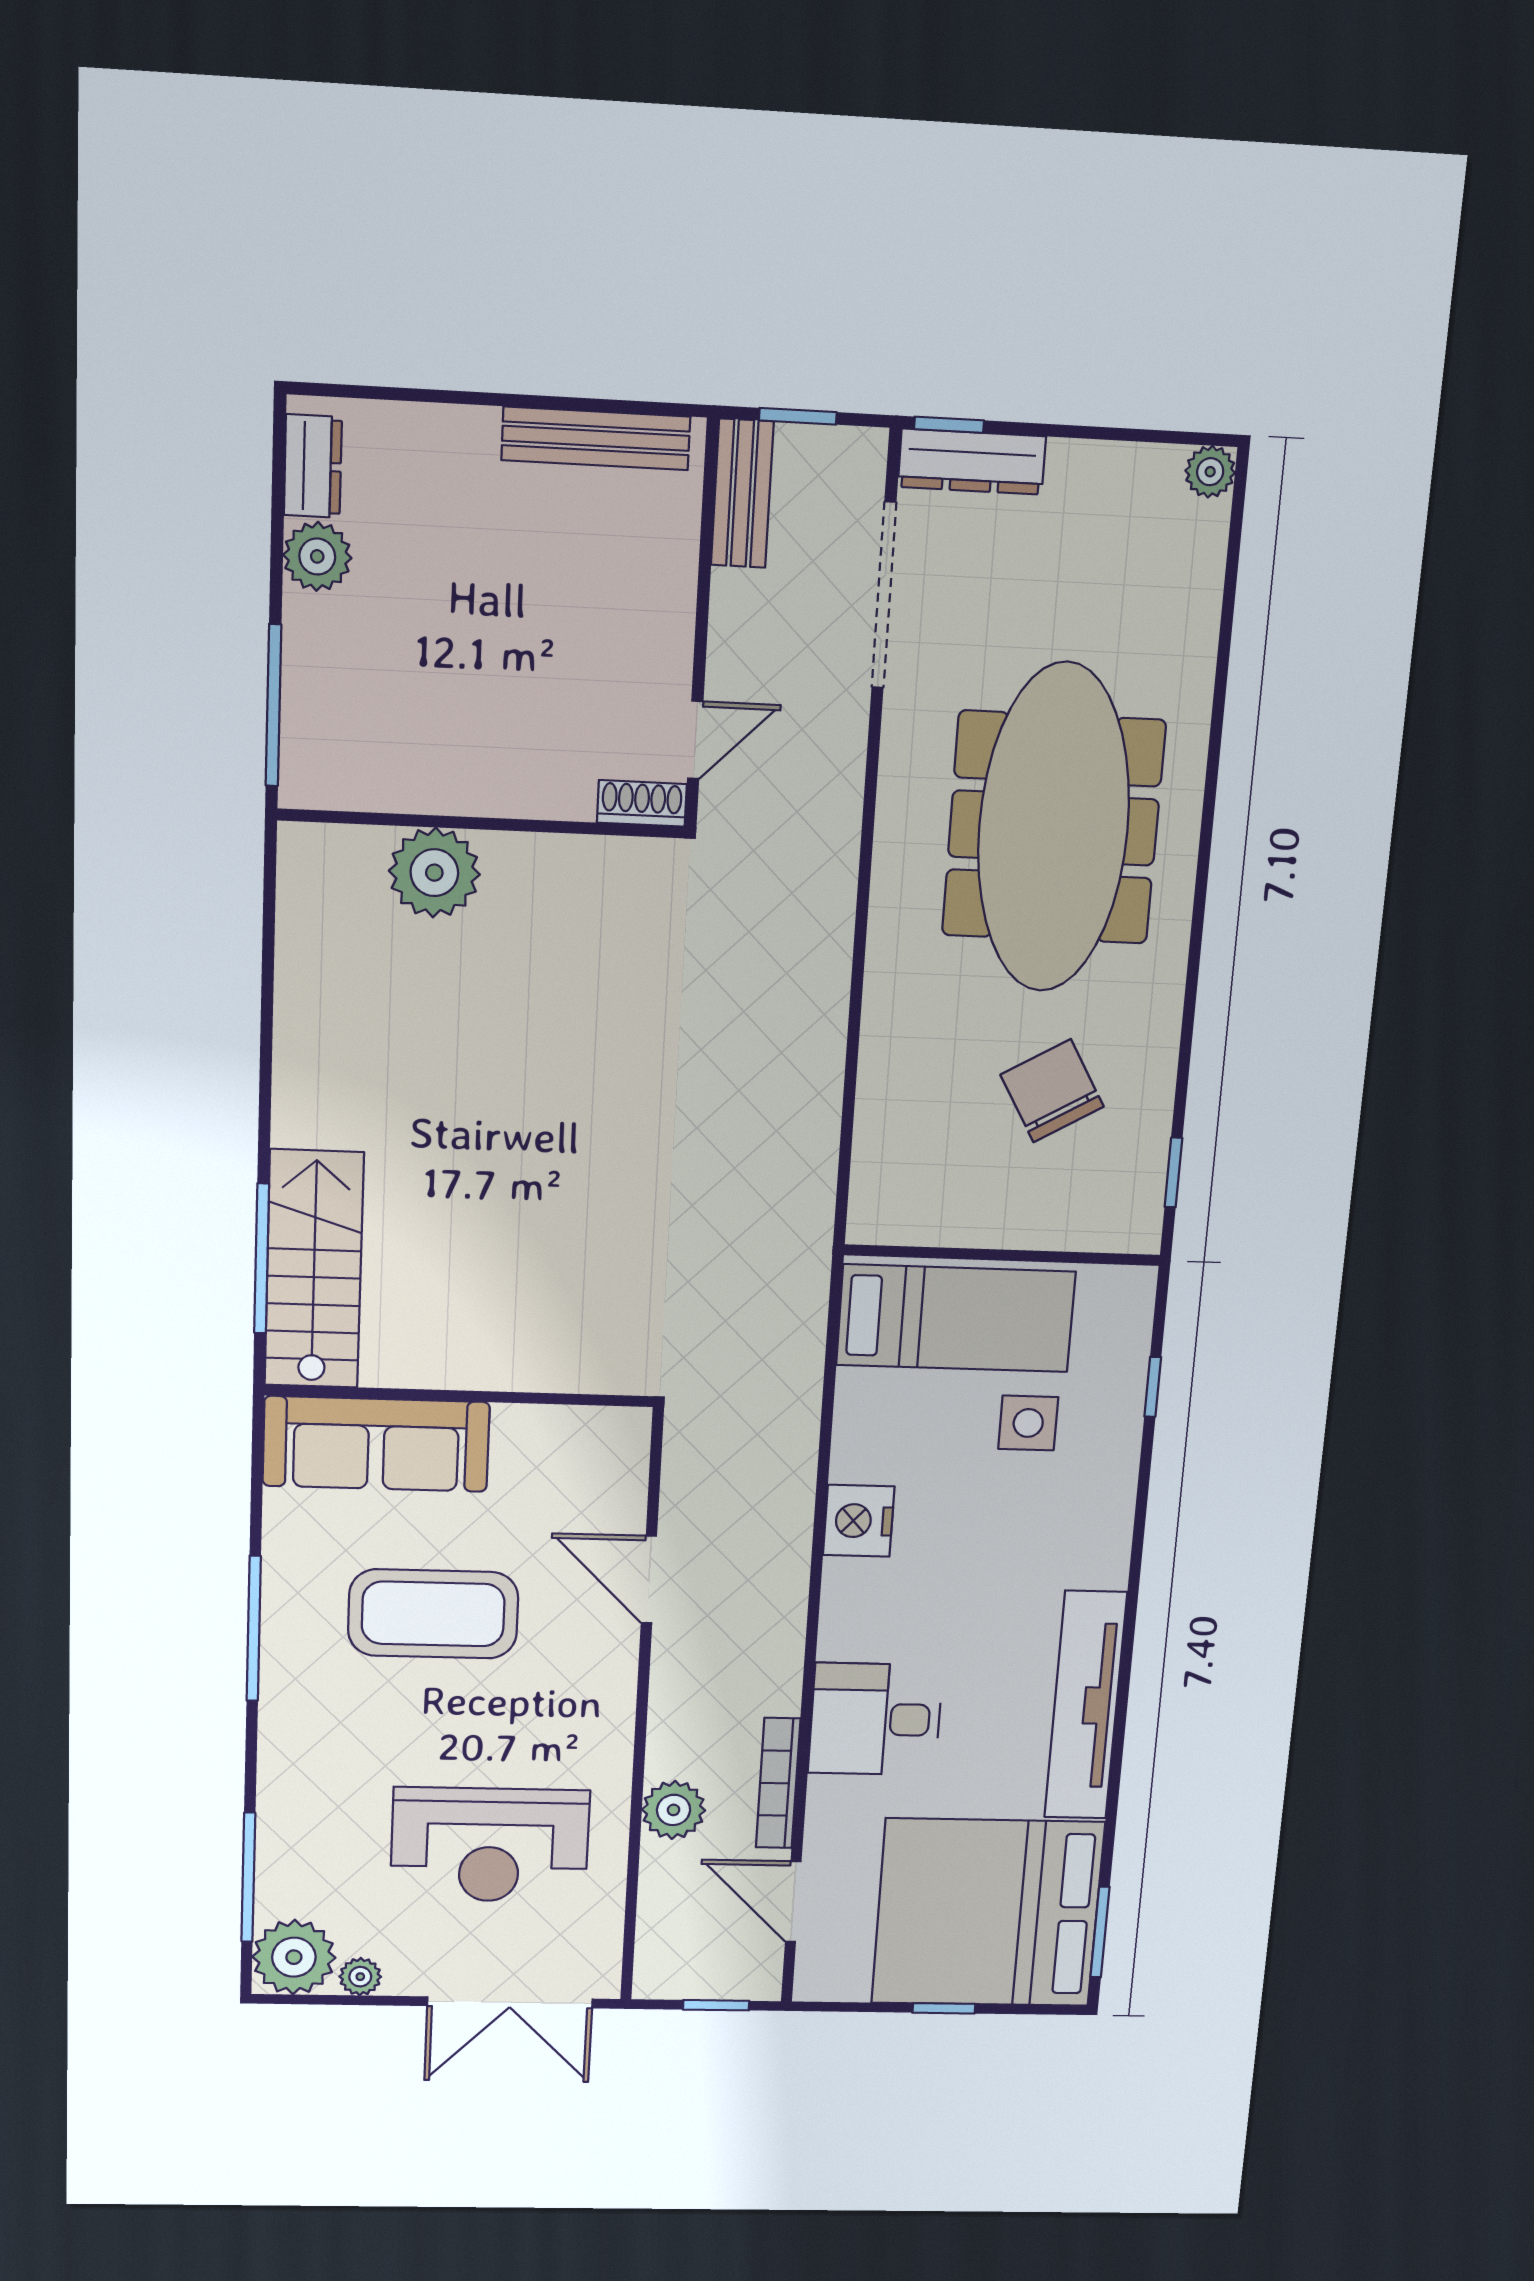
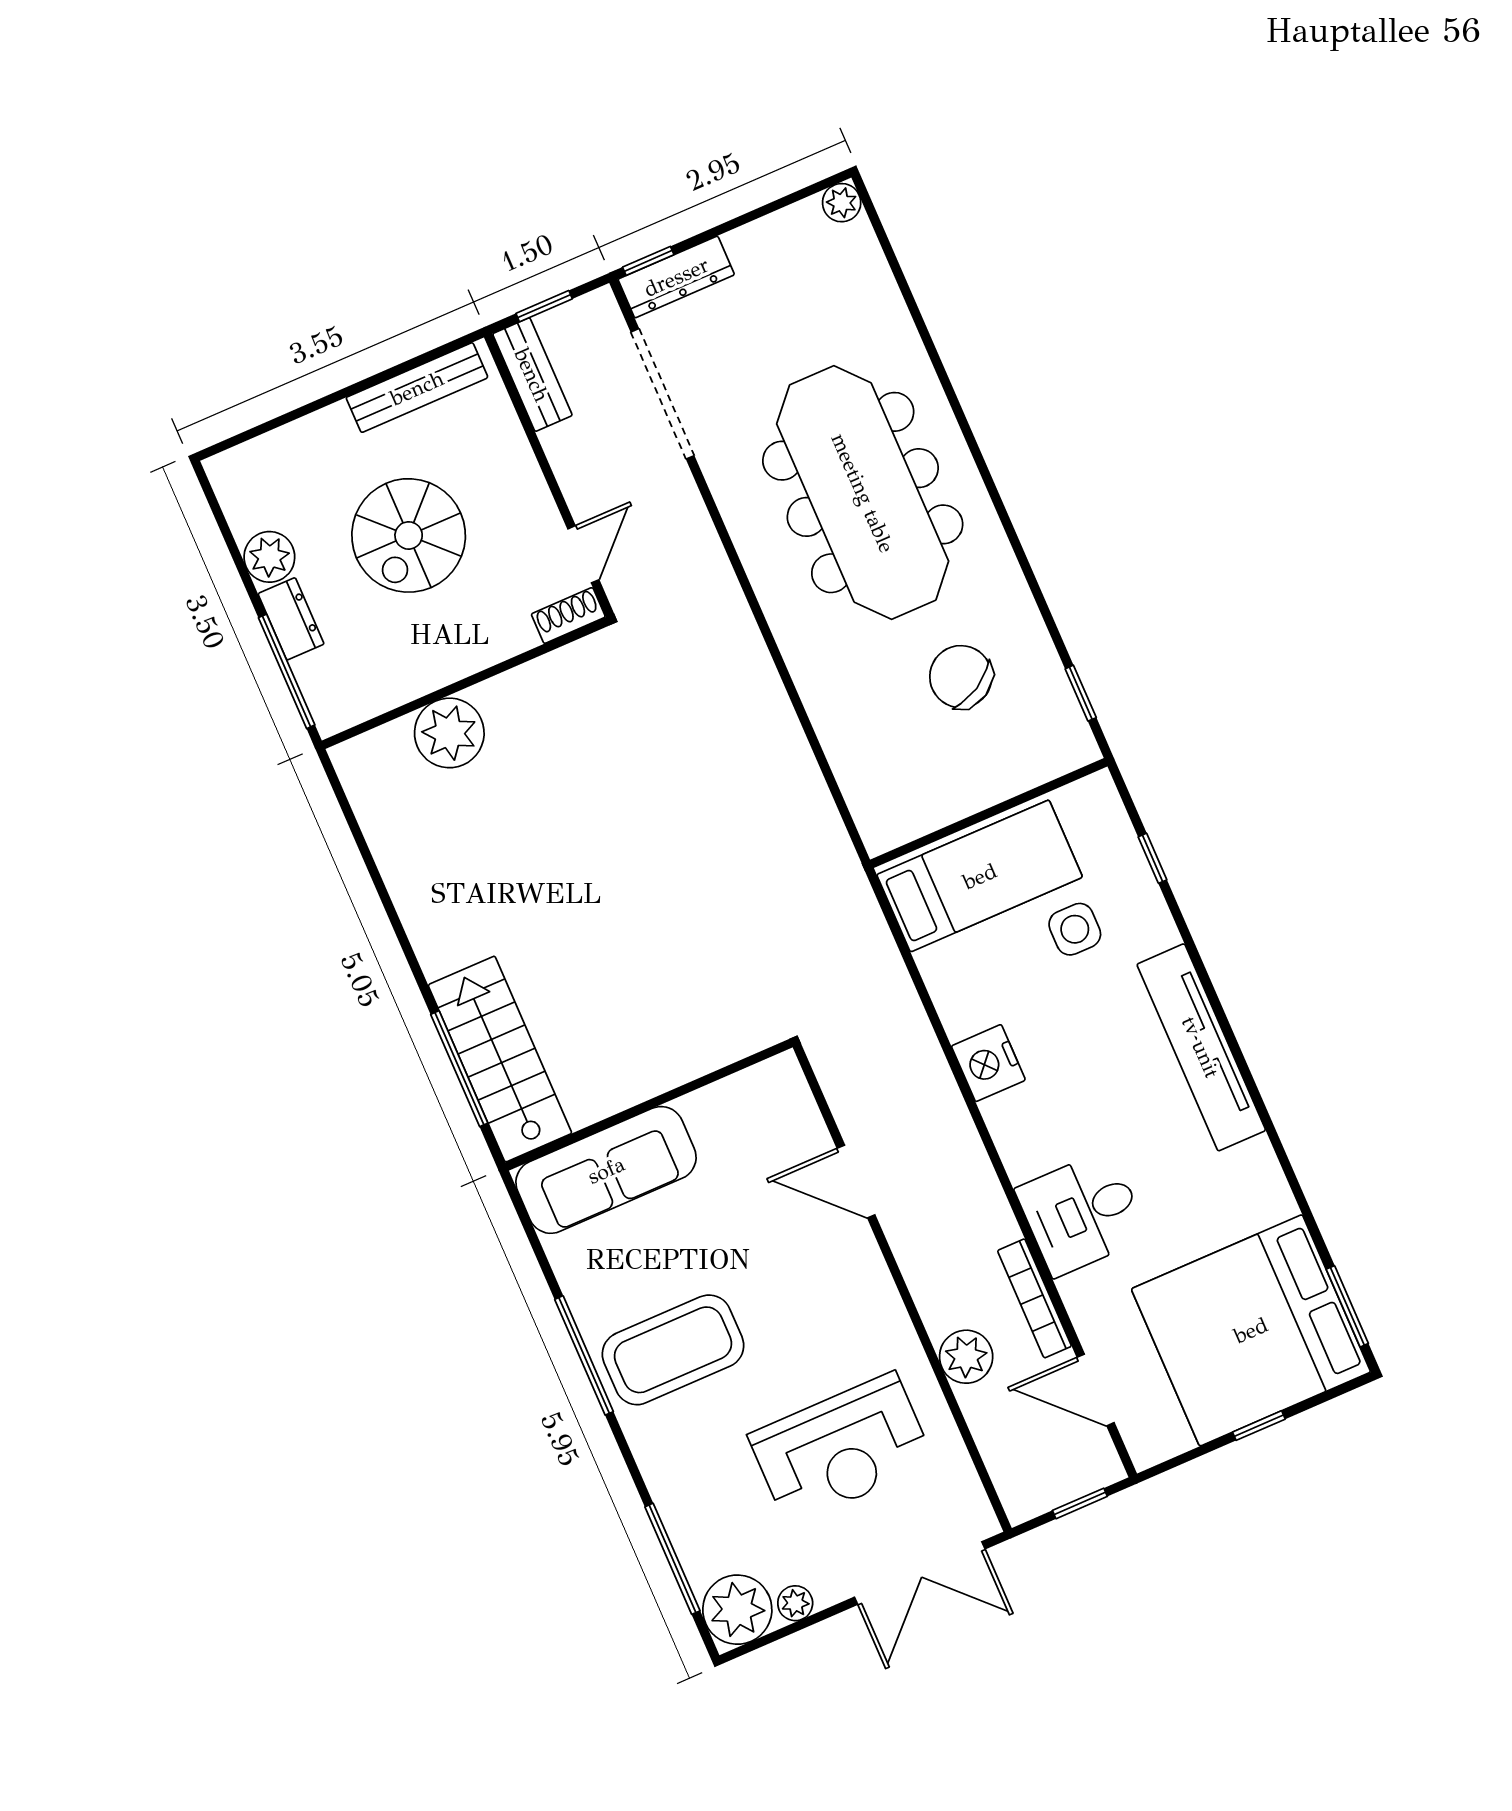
dresser: (313, 466) -> (291, 619), moved
spiral stairs: (499, 614) -> (409, 535), added
coffee table: (433, 1614) -> (673, 1350), moved
tv unit: (1086, 1705) -> (1201, 1047), moved

